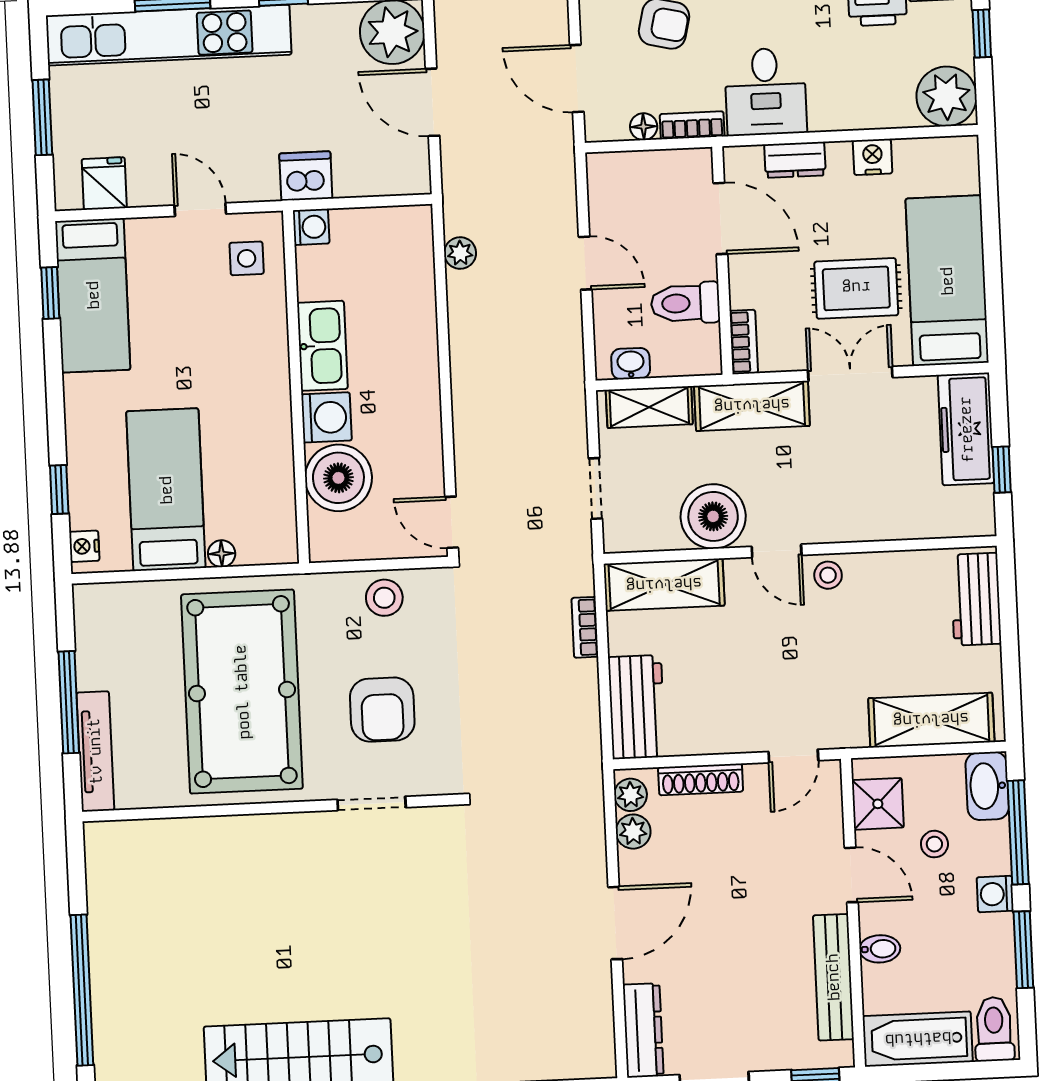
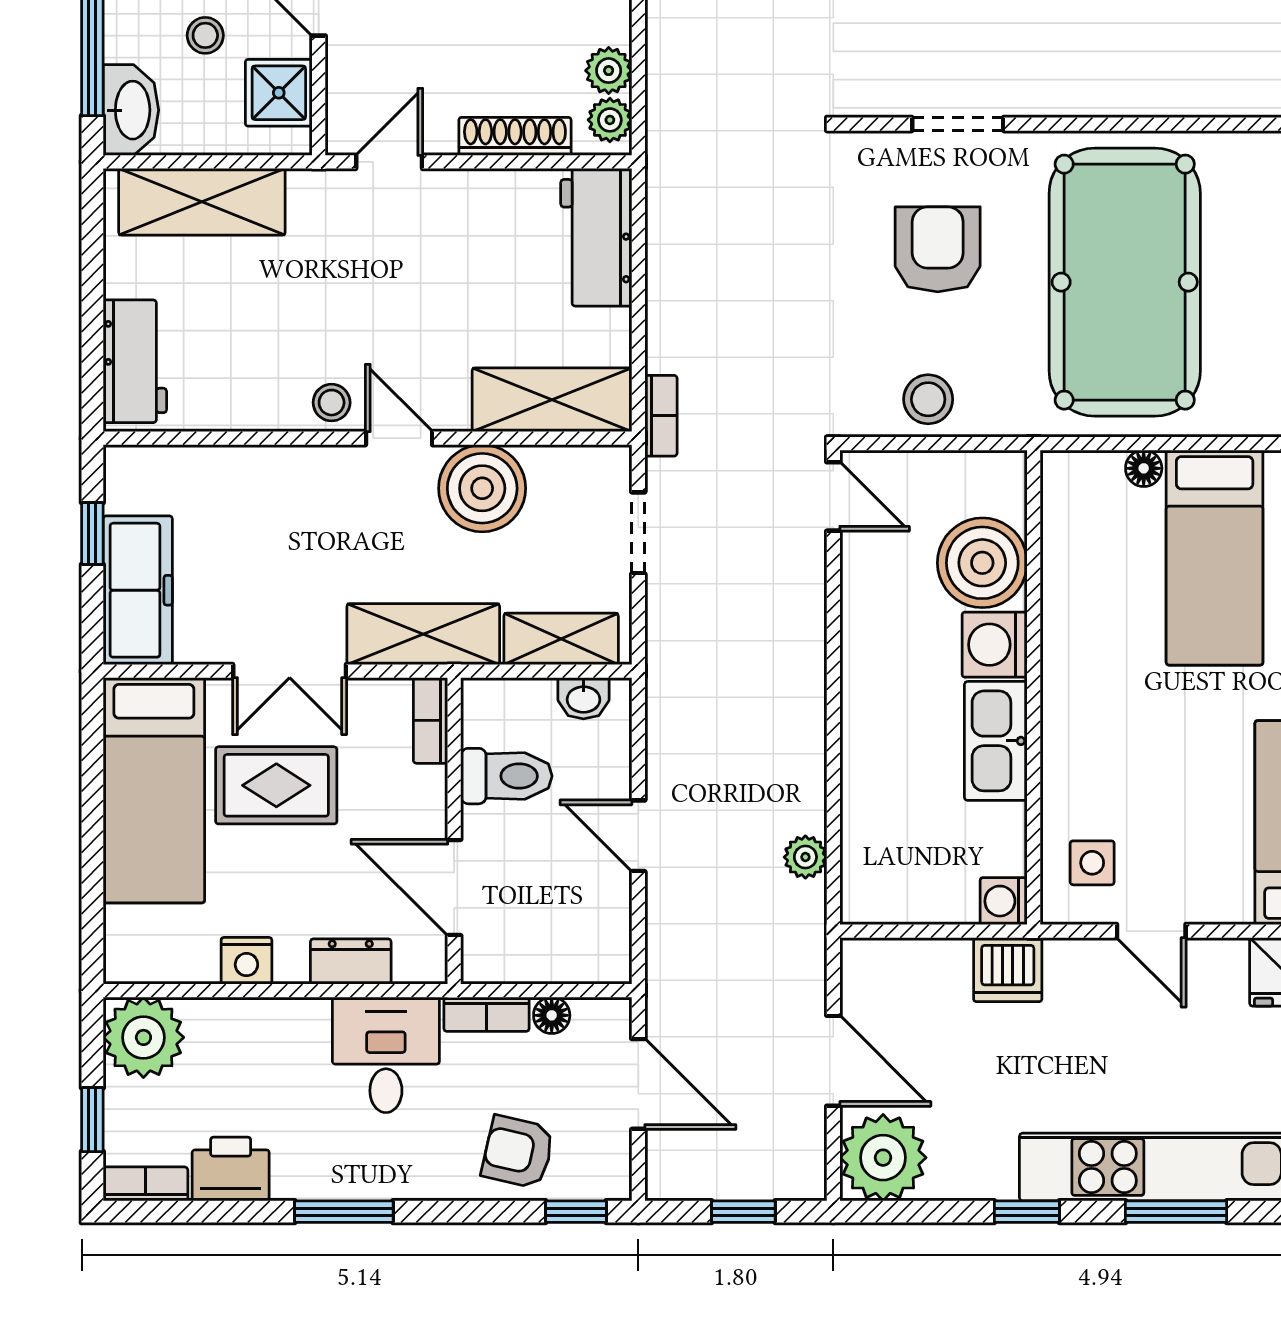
bookcase: (585, 627) -> (661, 416), moved

